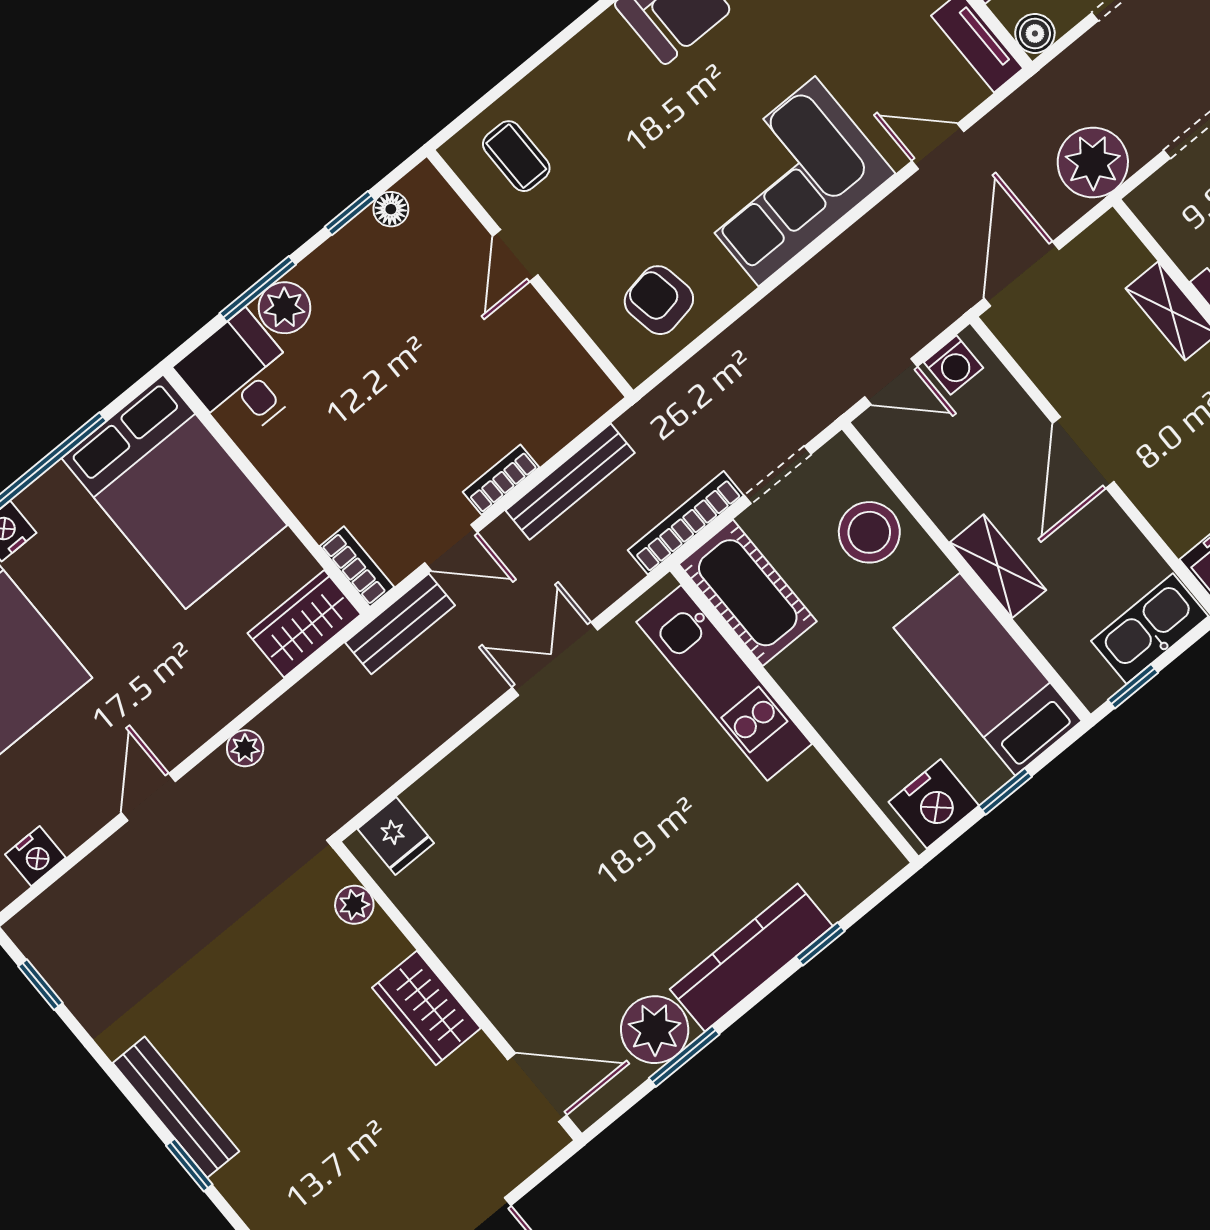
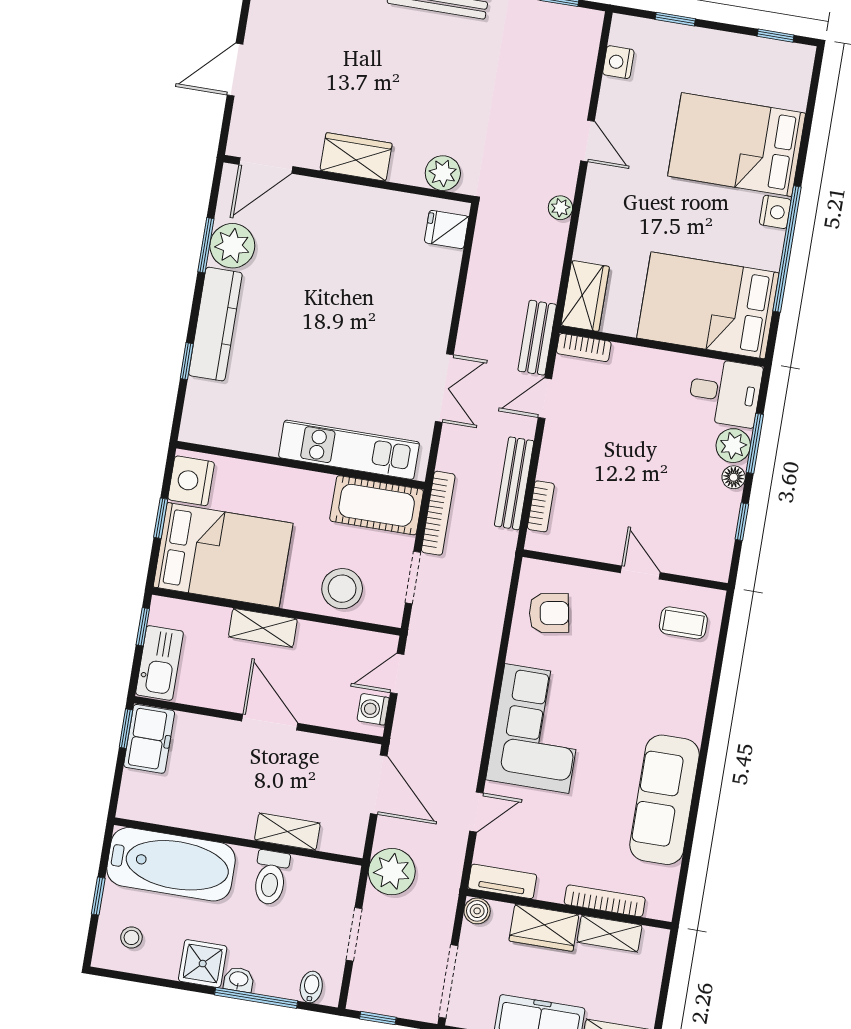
floor lamp: (391, 209) -> (734, 477), moved
bookcase: (501, 480) -> (541, 506), moved
bed: (988, 674) -> (223, 555), width x1.50
plant: (354, 905) -> (443, 173), width x1.38, depth x1.38

